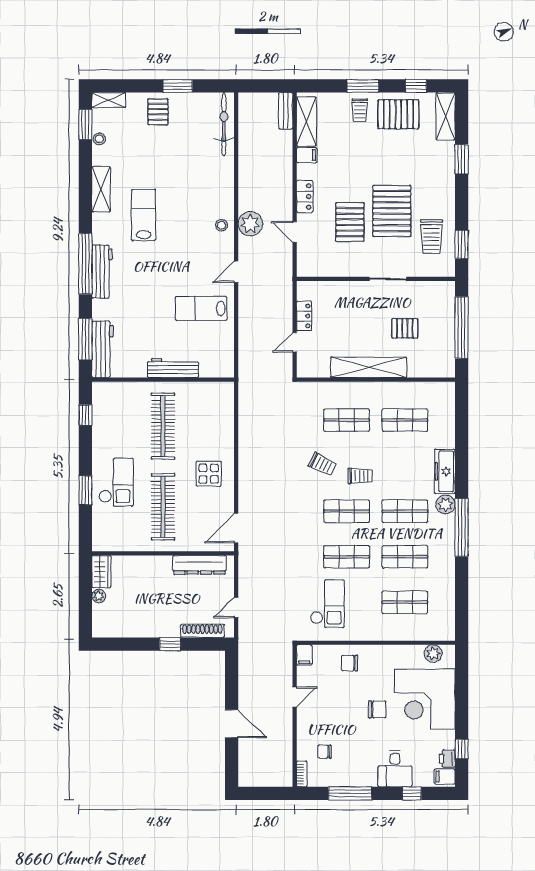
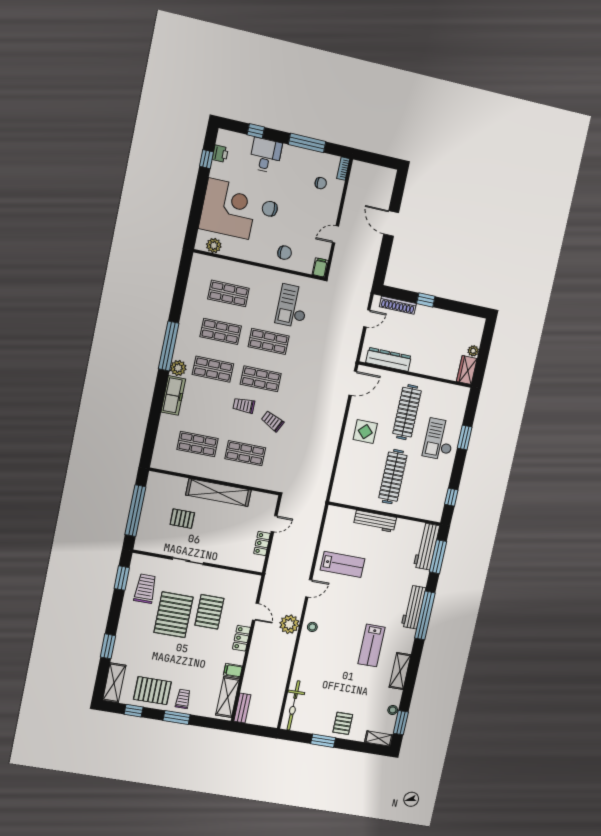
filing cabinet: (445, 777) -> (225, 139), removed

